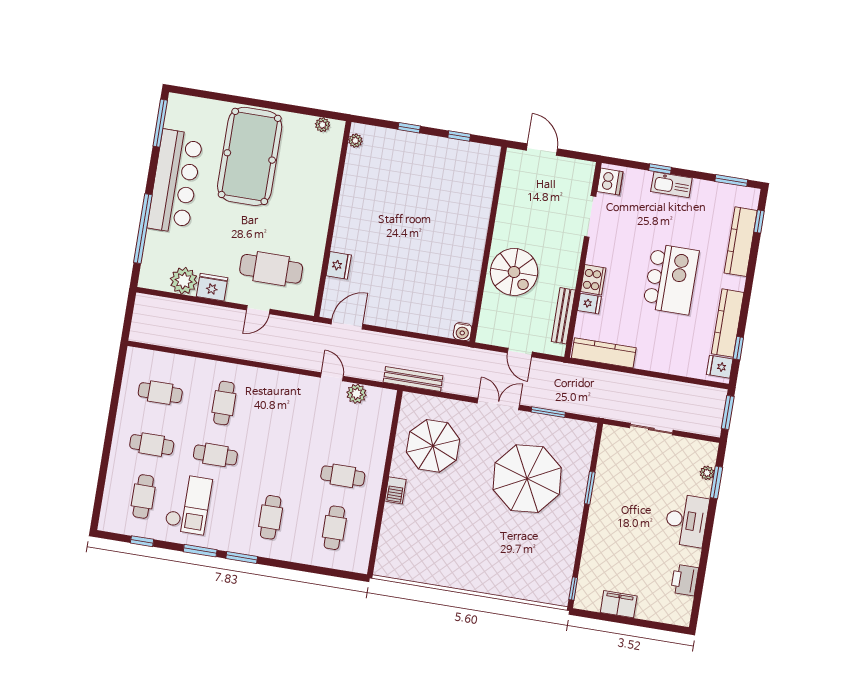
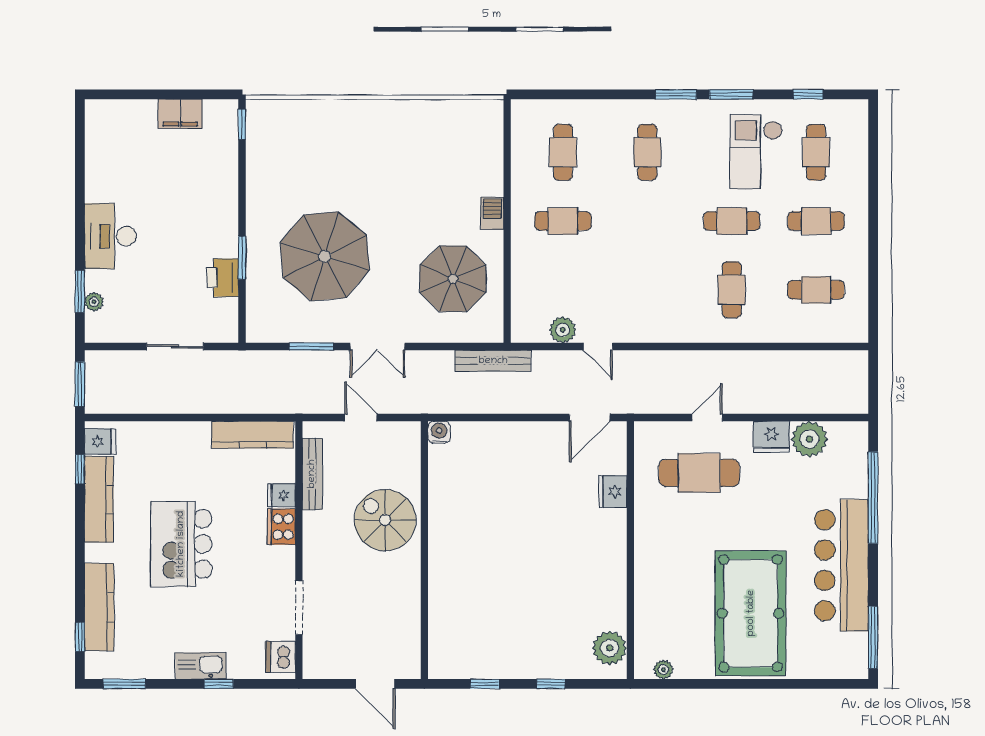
plant: (355, 141) -> (610, 648), width x1.88, depth x1.88
printer: (685, 580) -> (223, 278), moved, turned 180

